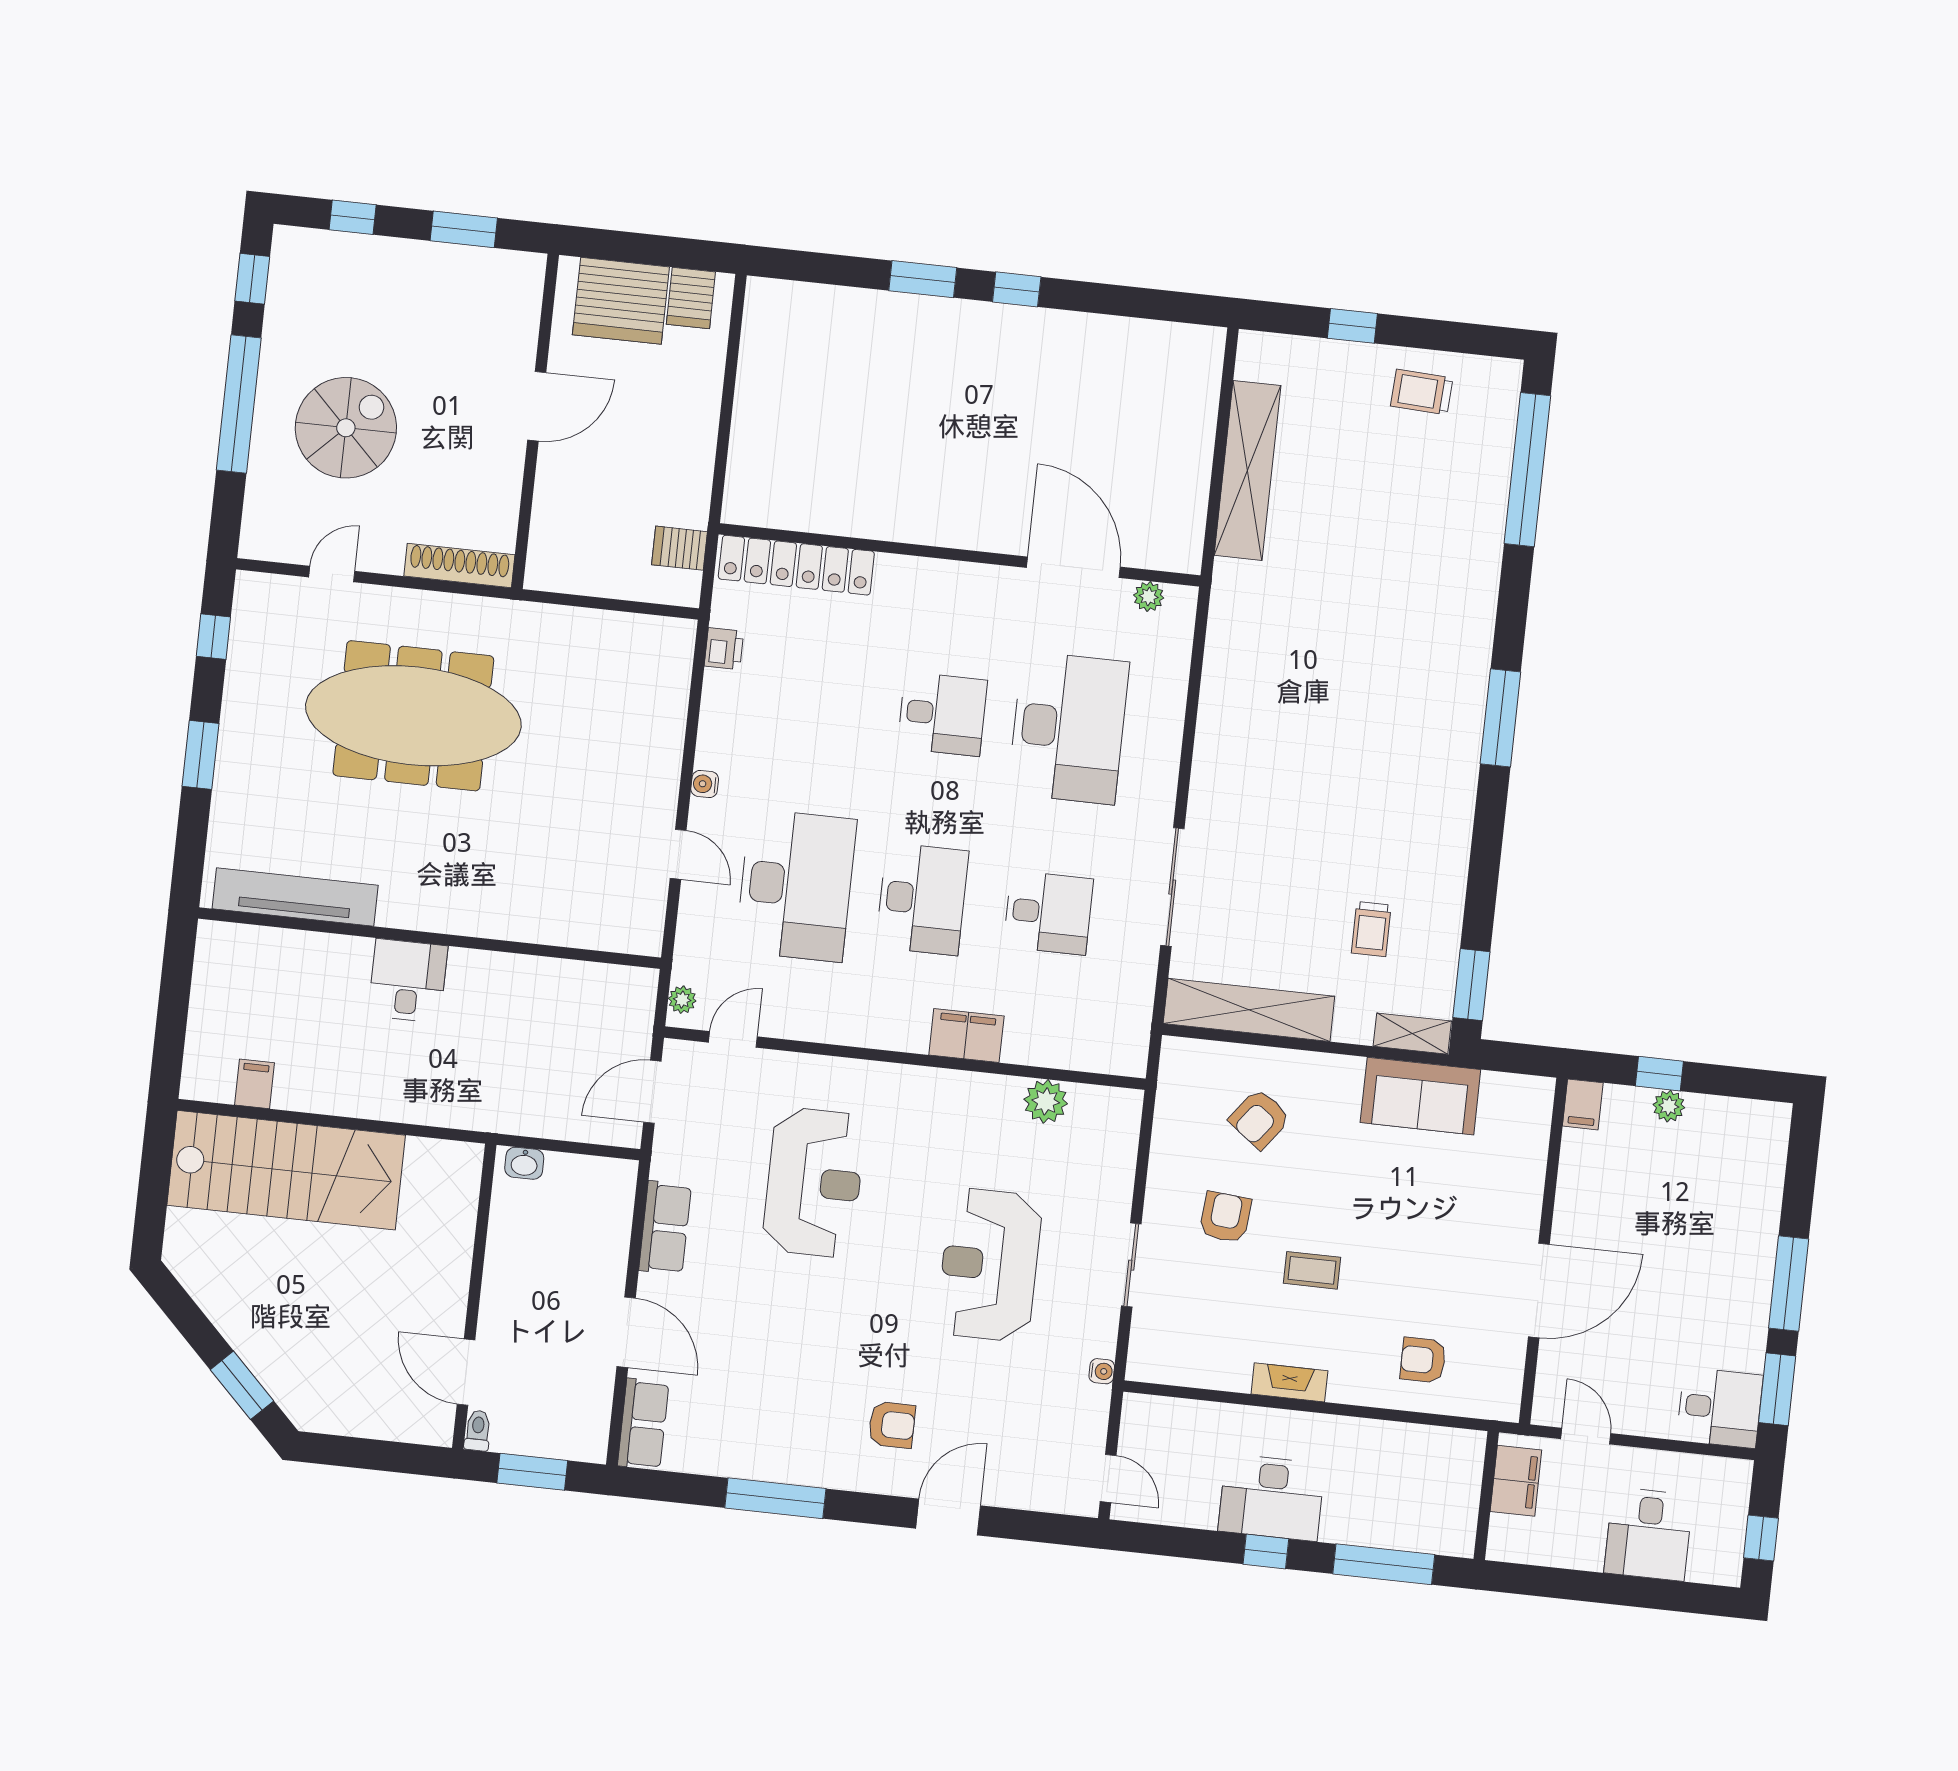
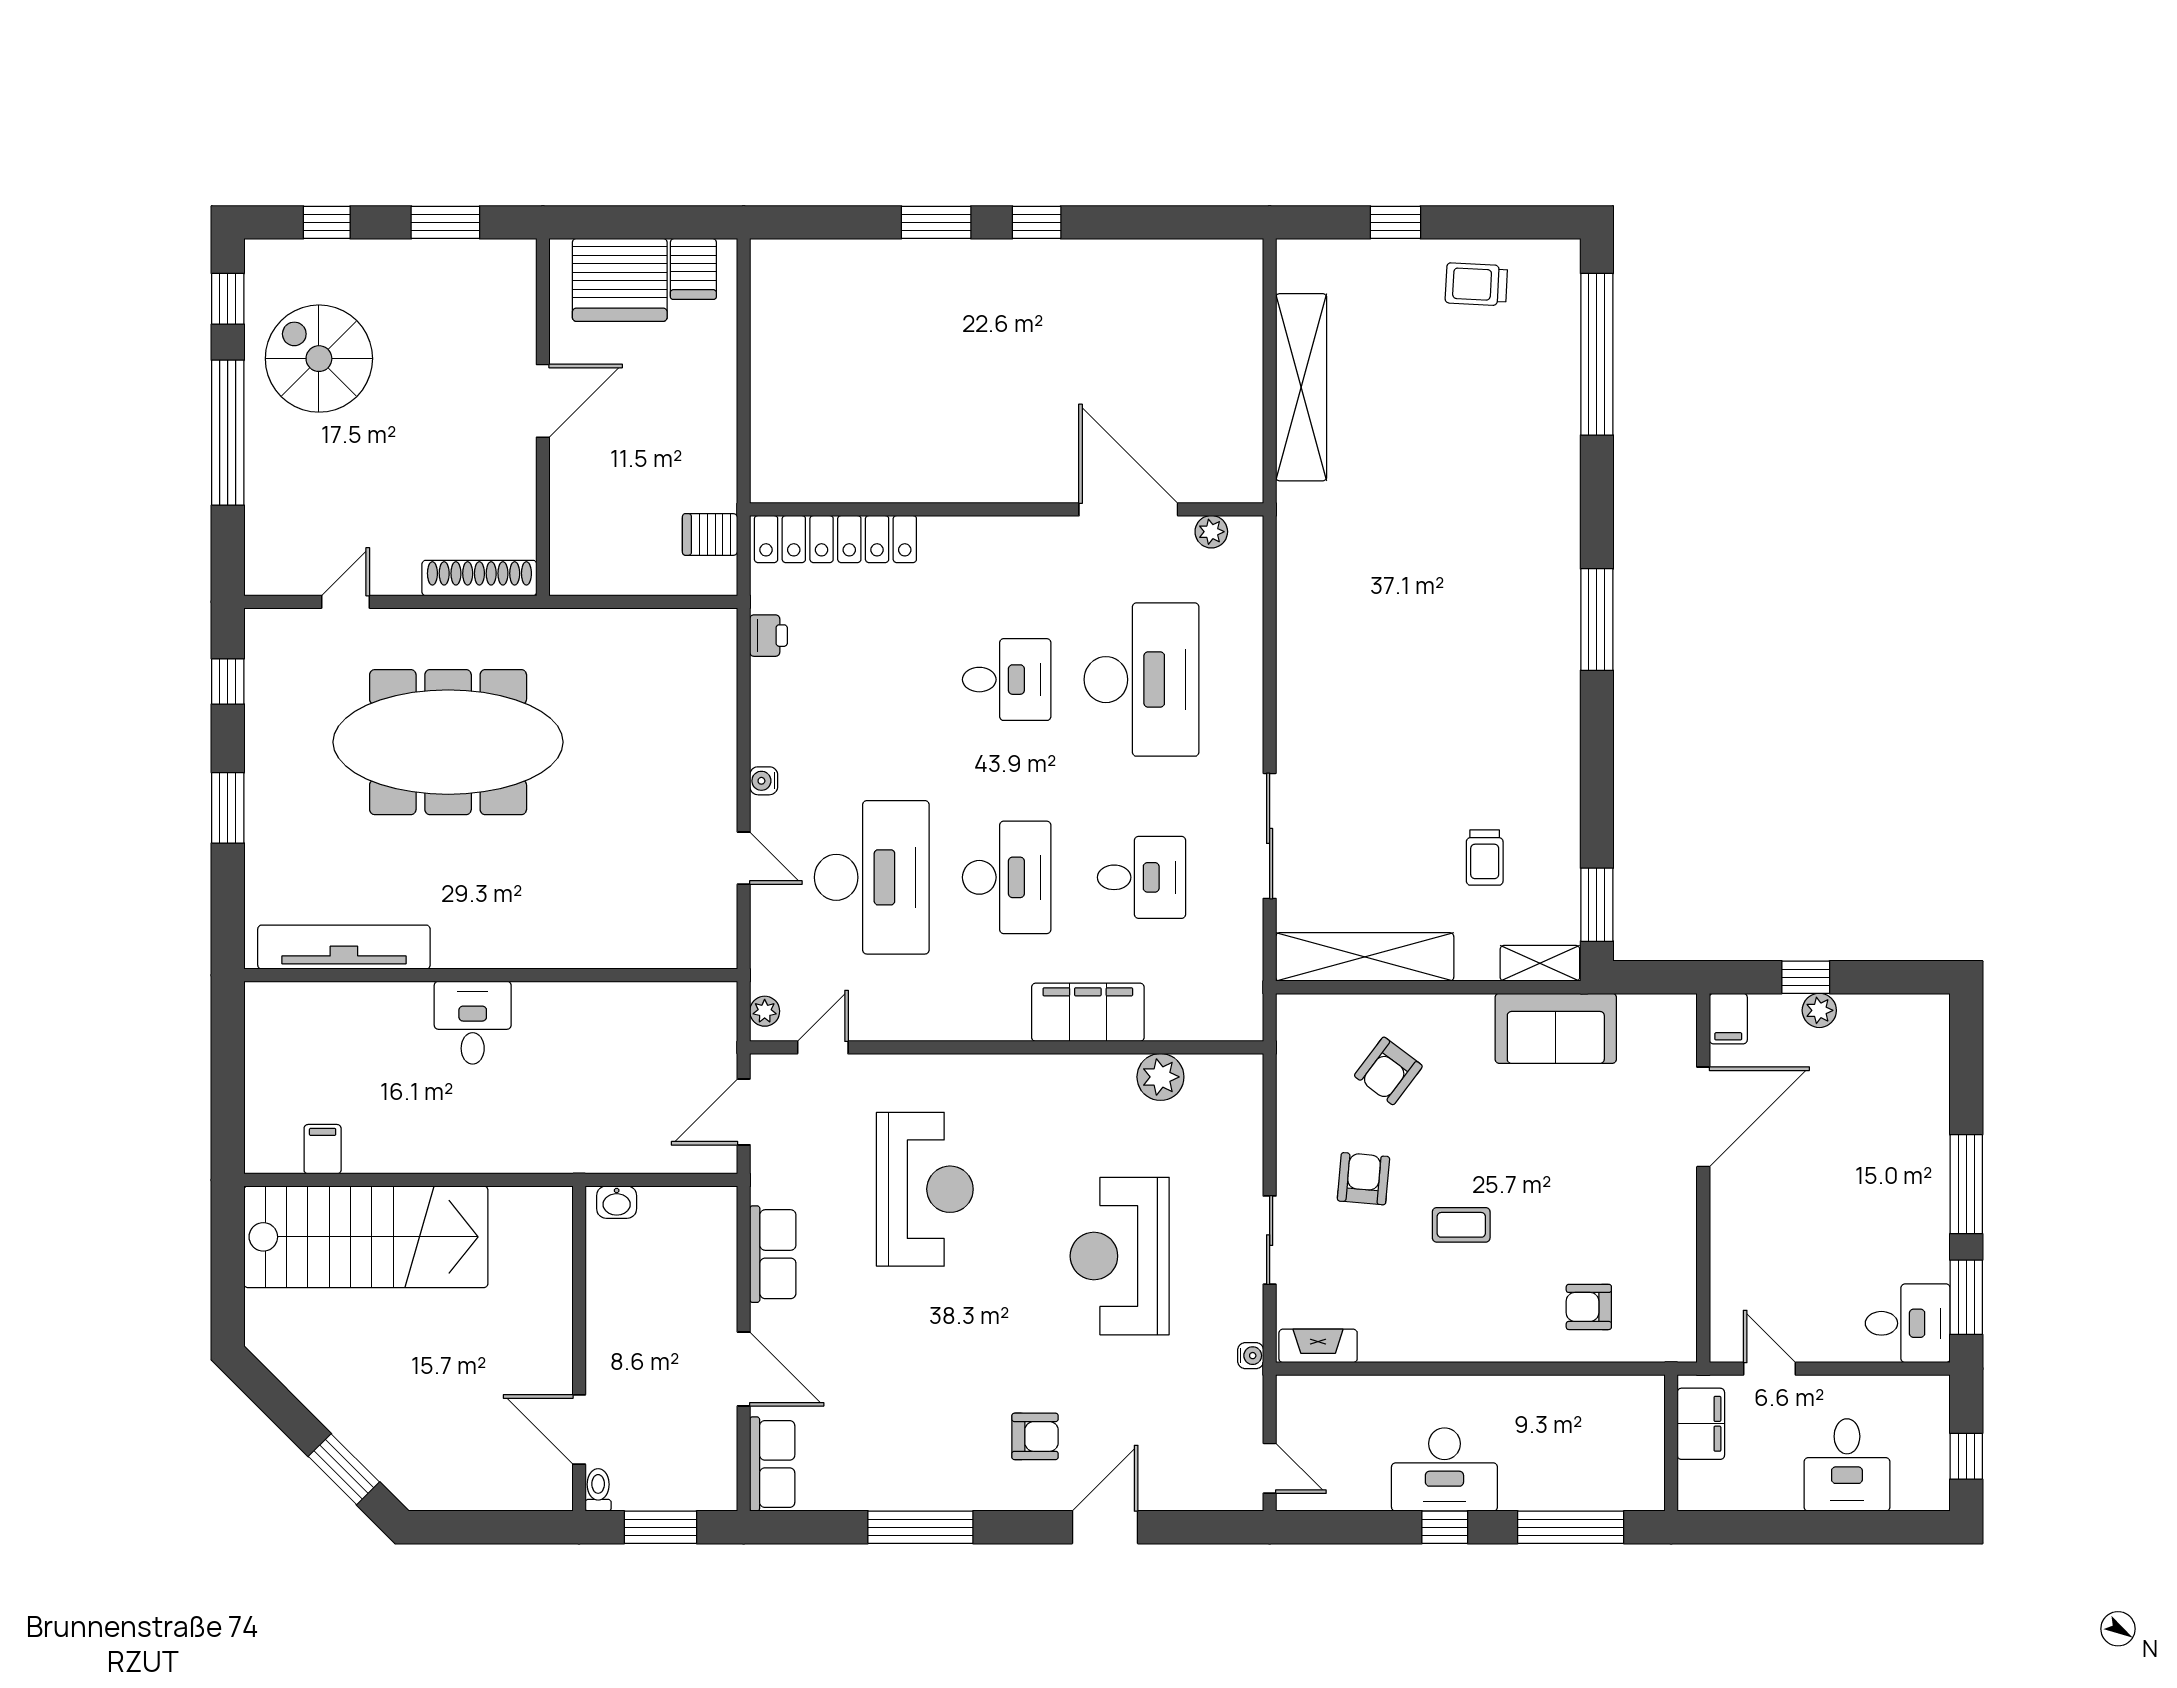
spiral stairs: (346, 428) -> (319, 359), moved, turned -90
filing cabinet: (966, 1035) -> (1088, 1012), width x1.50, depth x1.17
door: (1539, 1290) -> (1703, 1117), moved
fireplace: (1289, 1382) -> (1318, 1346), moved

